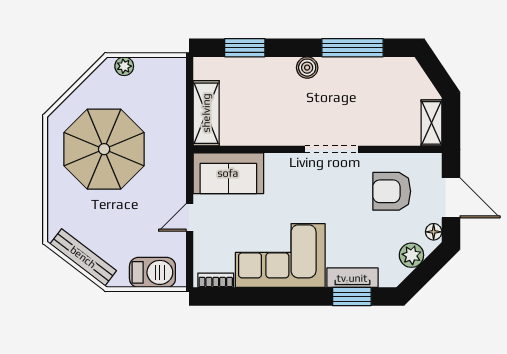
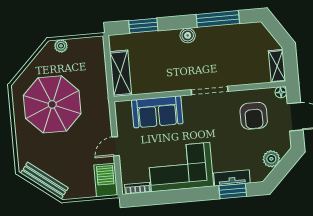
sofa: (228, 173) -> (157, 112), moved
armchair: (392, 191) -> (254, 116), turned -90
floor lamp: (434, 232) -> (281, 92), moved
barbecue: (152, 272) -> (106, 180), moved, turned -90

